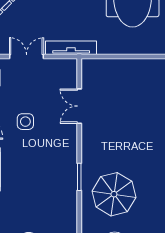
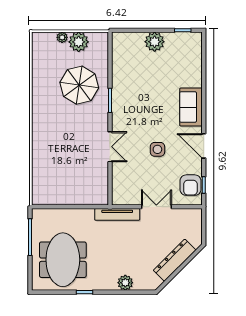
double door: (27, 57) -> (156, 207), swing flipped
double door: (79, 106) -> (110, 147), moved

